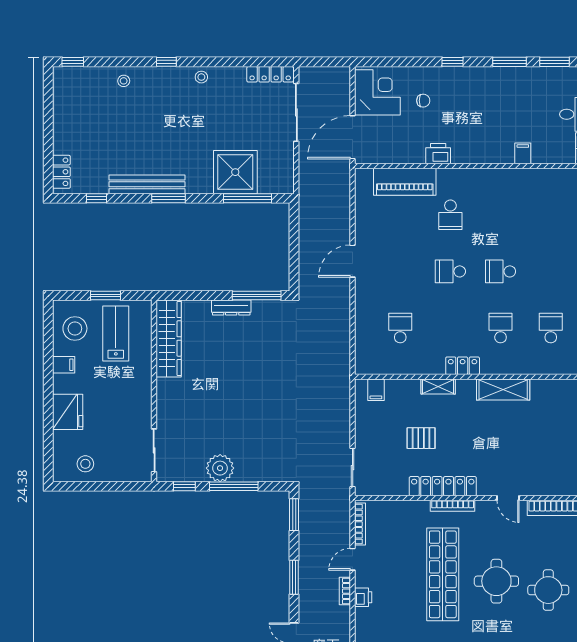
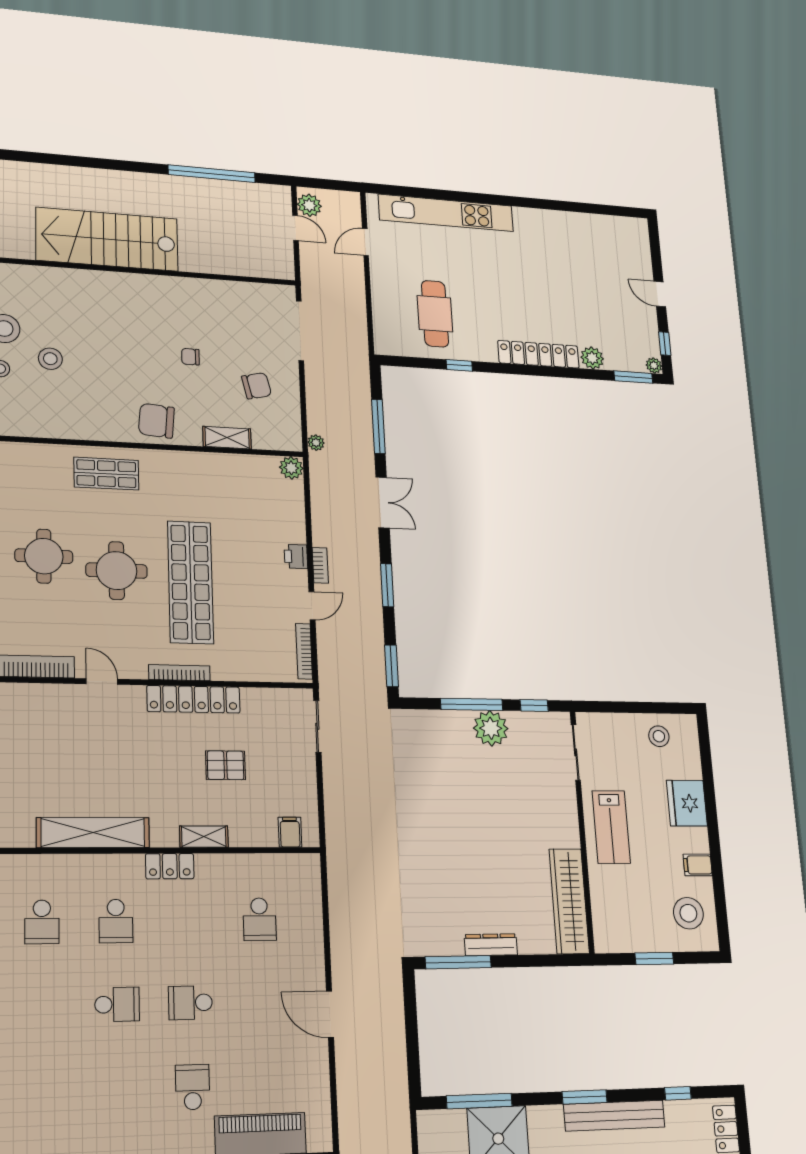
door: (353, 261) -> (330, 1014), swing flipped
school desk: (450, 271) -> (190, 1003), turned 180
lab bench: (116, 334) -> (611, 827), moved
shelving: (503, 389) -> (93, 833), width x1.47

